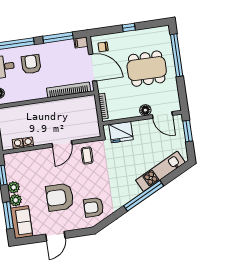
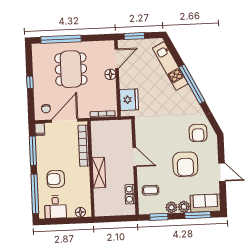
shelving: (42, 108) -> (99, 173), added
coffee table: (87, 155) -> (151, 190), moved

